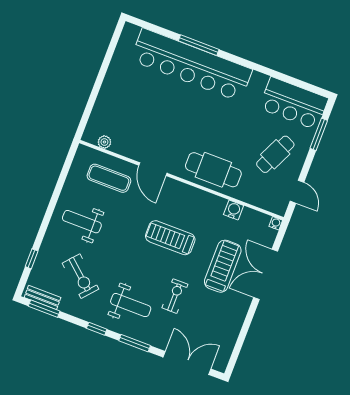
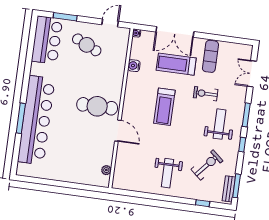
door: (153, 169) -> (118, 131), hinge flipped
cafe table: (213, 170) -> (97, 106), moved, turned 90
exercise mat: (109, 178) -> (210, 56), moved
double door: (187, 363) -> (252, 74), width x0.73

